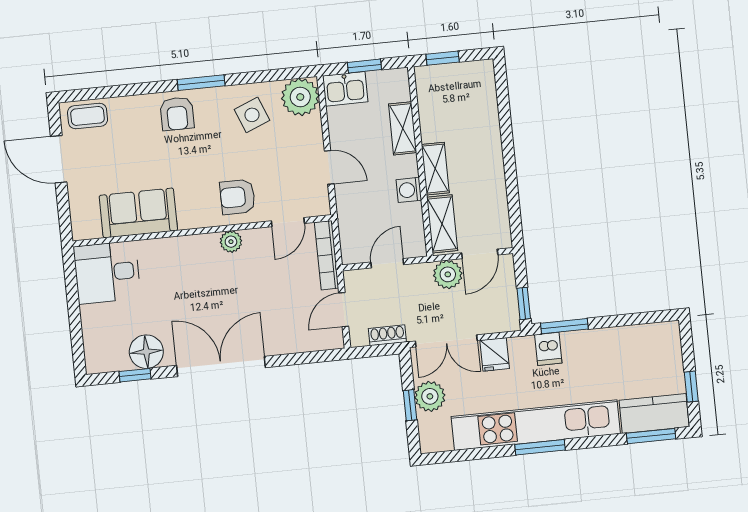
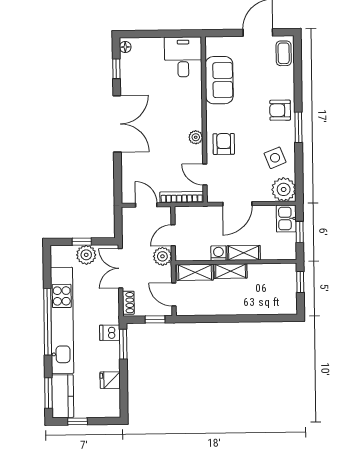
shelving: (403, 128) -> (244, 253), moved
door: (329, 167) -> (237, 204), width x1.38
door: (387, 263) -> (173, 235), swing flipped
plant: (448, 274) -> (162, 256), moved
window: (524, 303) -> (155, 319), moved
shoe rack: (387, 335) -> (128, 303), moved
floor lamp: (146, 352) -> (125, 47), moved, width x0.53, depth x0.53
fridge: (495, 354) -> (110, 380), moved
window: (540, 447) -> (48, 322), width x2.11

